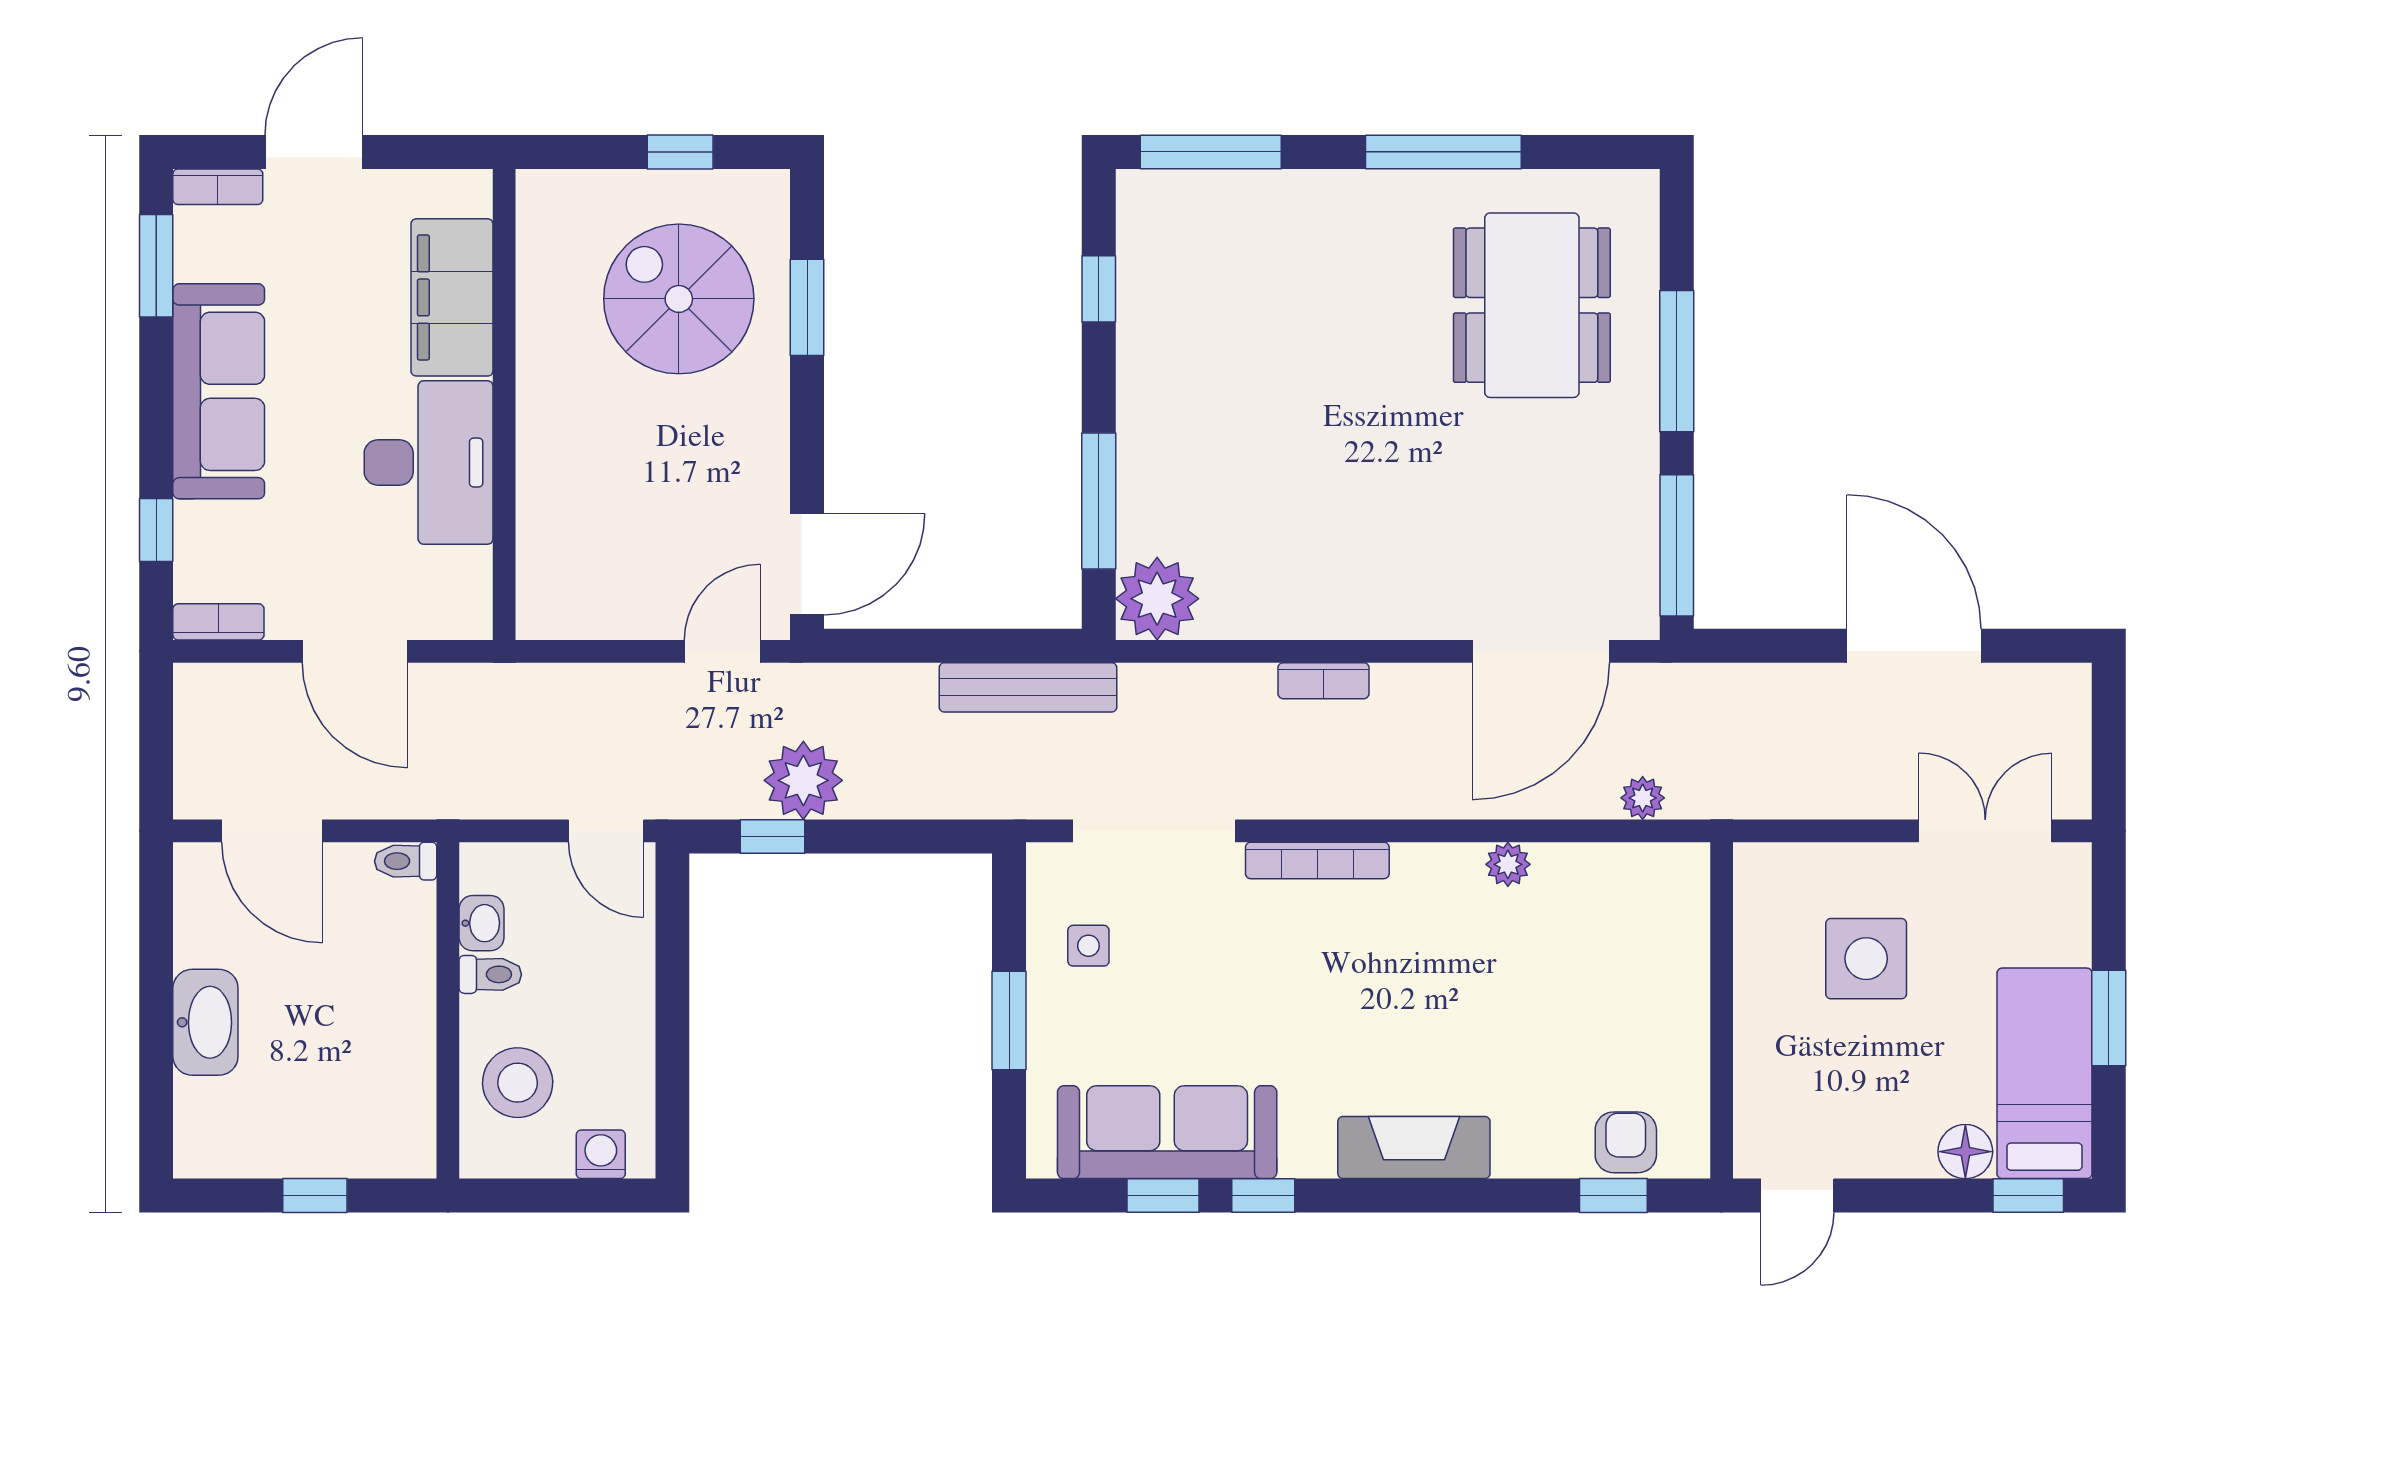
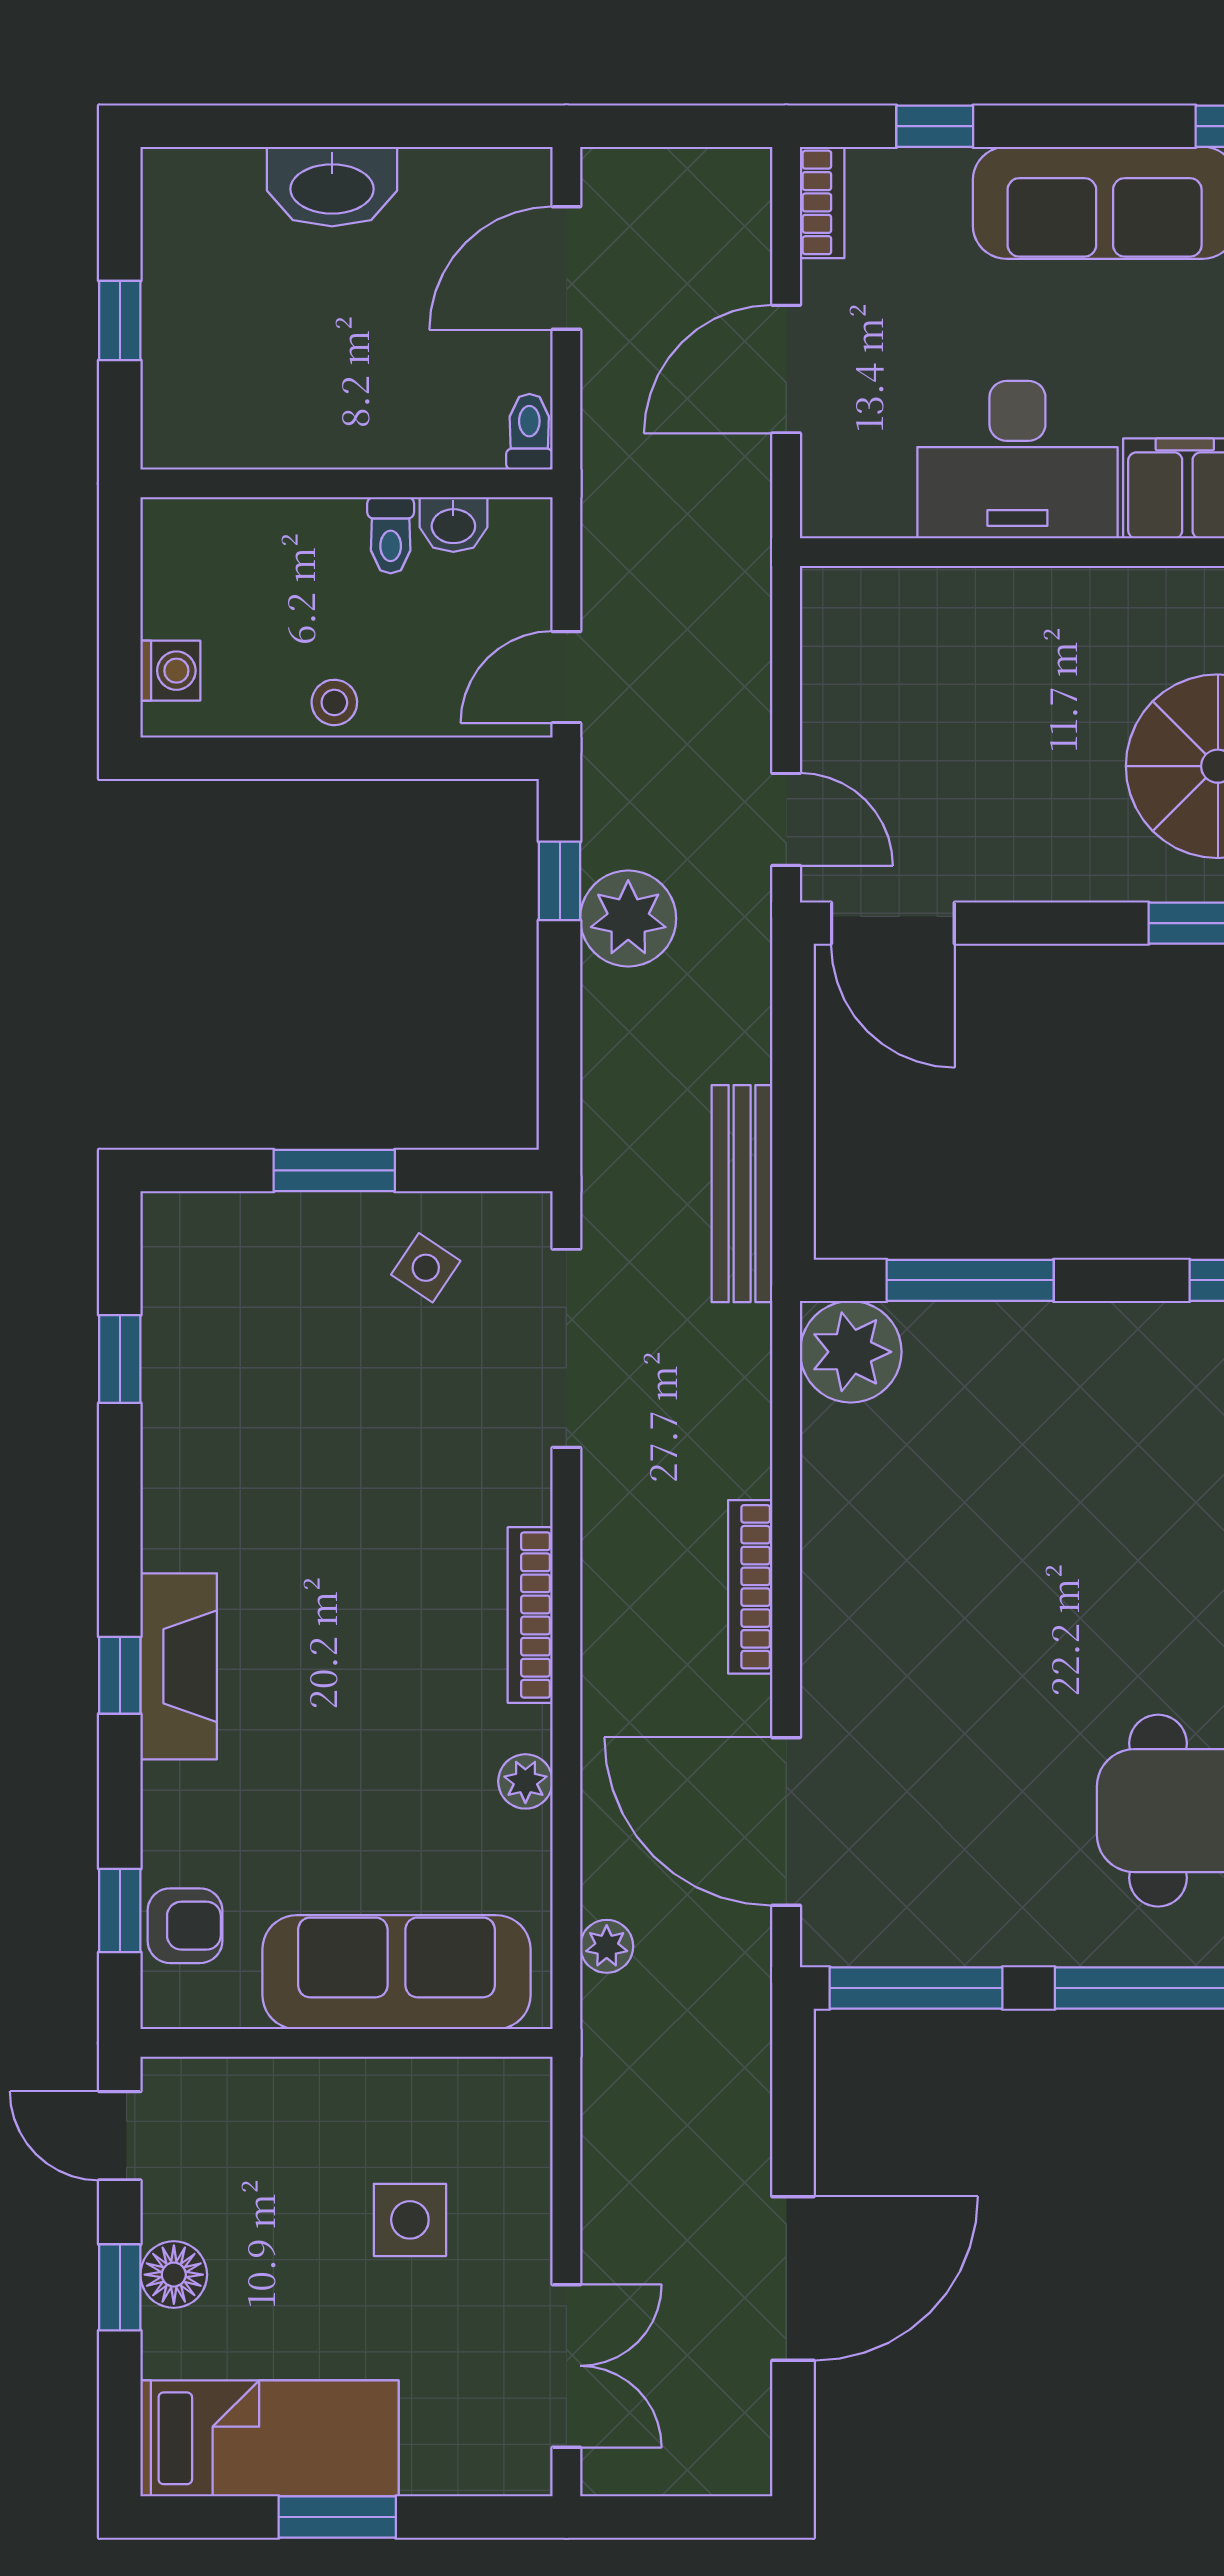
bookcase: (1324, 681) -> (750, 1587), width x1.56
bookcase: (1317, 860) -> (530, 1615), moved
side table: (1088, 946) -> (426, 1268), turned 34
side table: (1866, 959) -> (410, 2220), width x0.73, depth x0.73
stool: (518, 1083) -> (334, 702), moved, width x0.53, depth x0.53
sofa: (1167, 1132) -> (396, 1972), moved, turned -90
floor lamp: (1965, 1152) -> (174, 2275), moved
window: (1263, 1196) -> (120, 1675), moved
window: (2028, 1196) -> (120, 2287), moved

